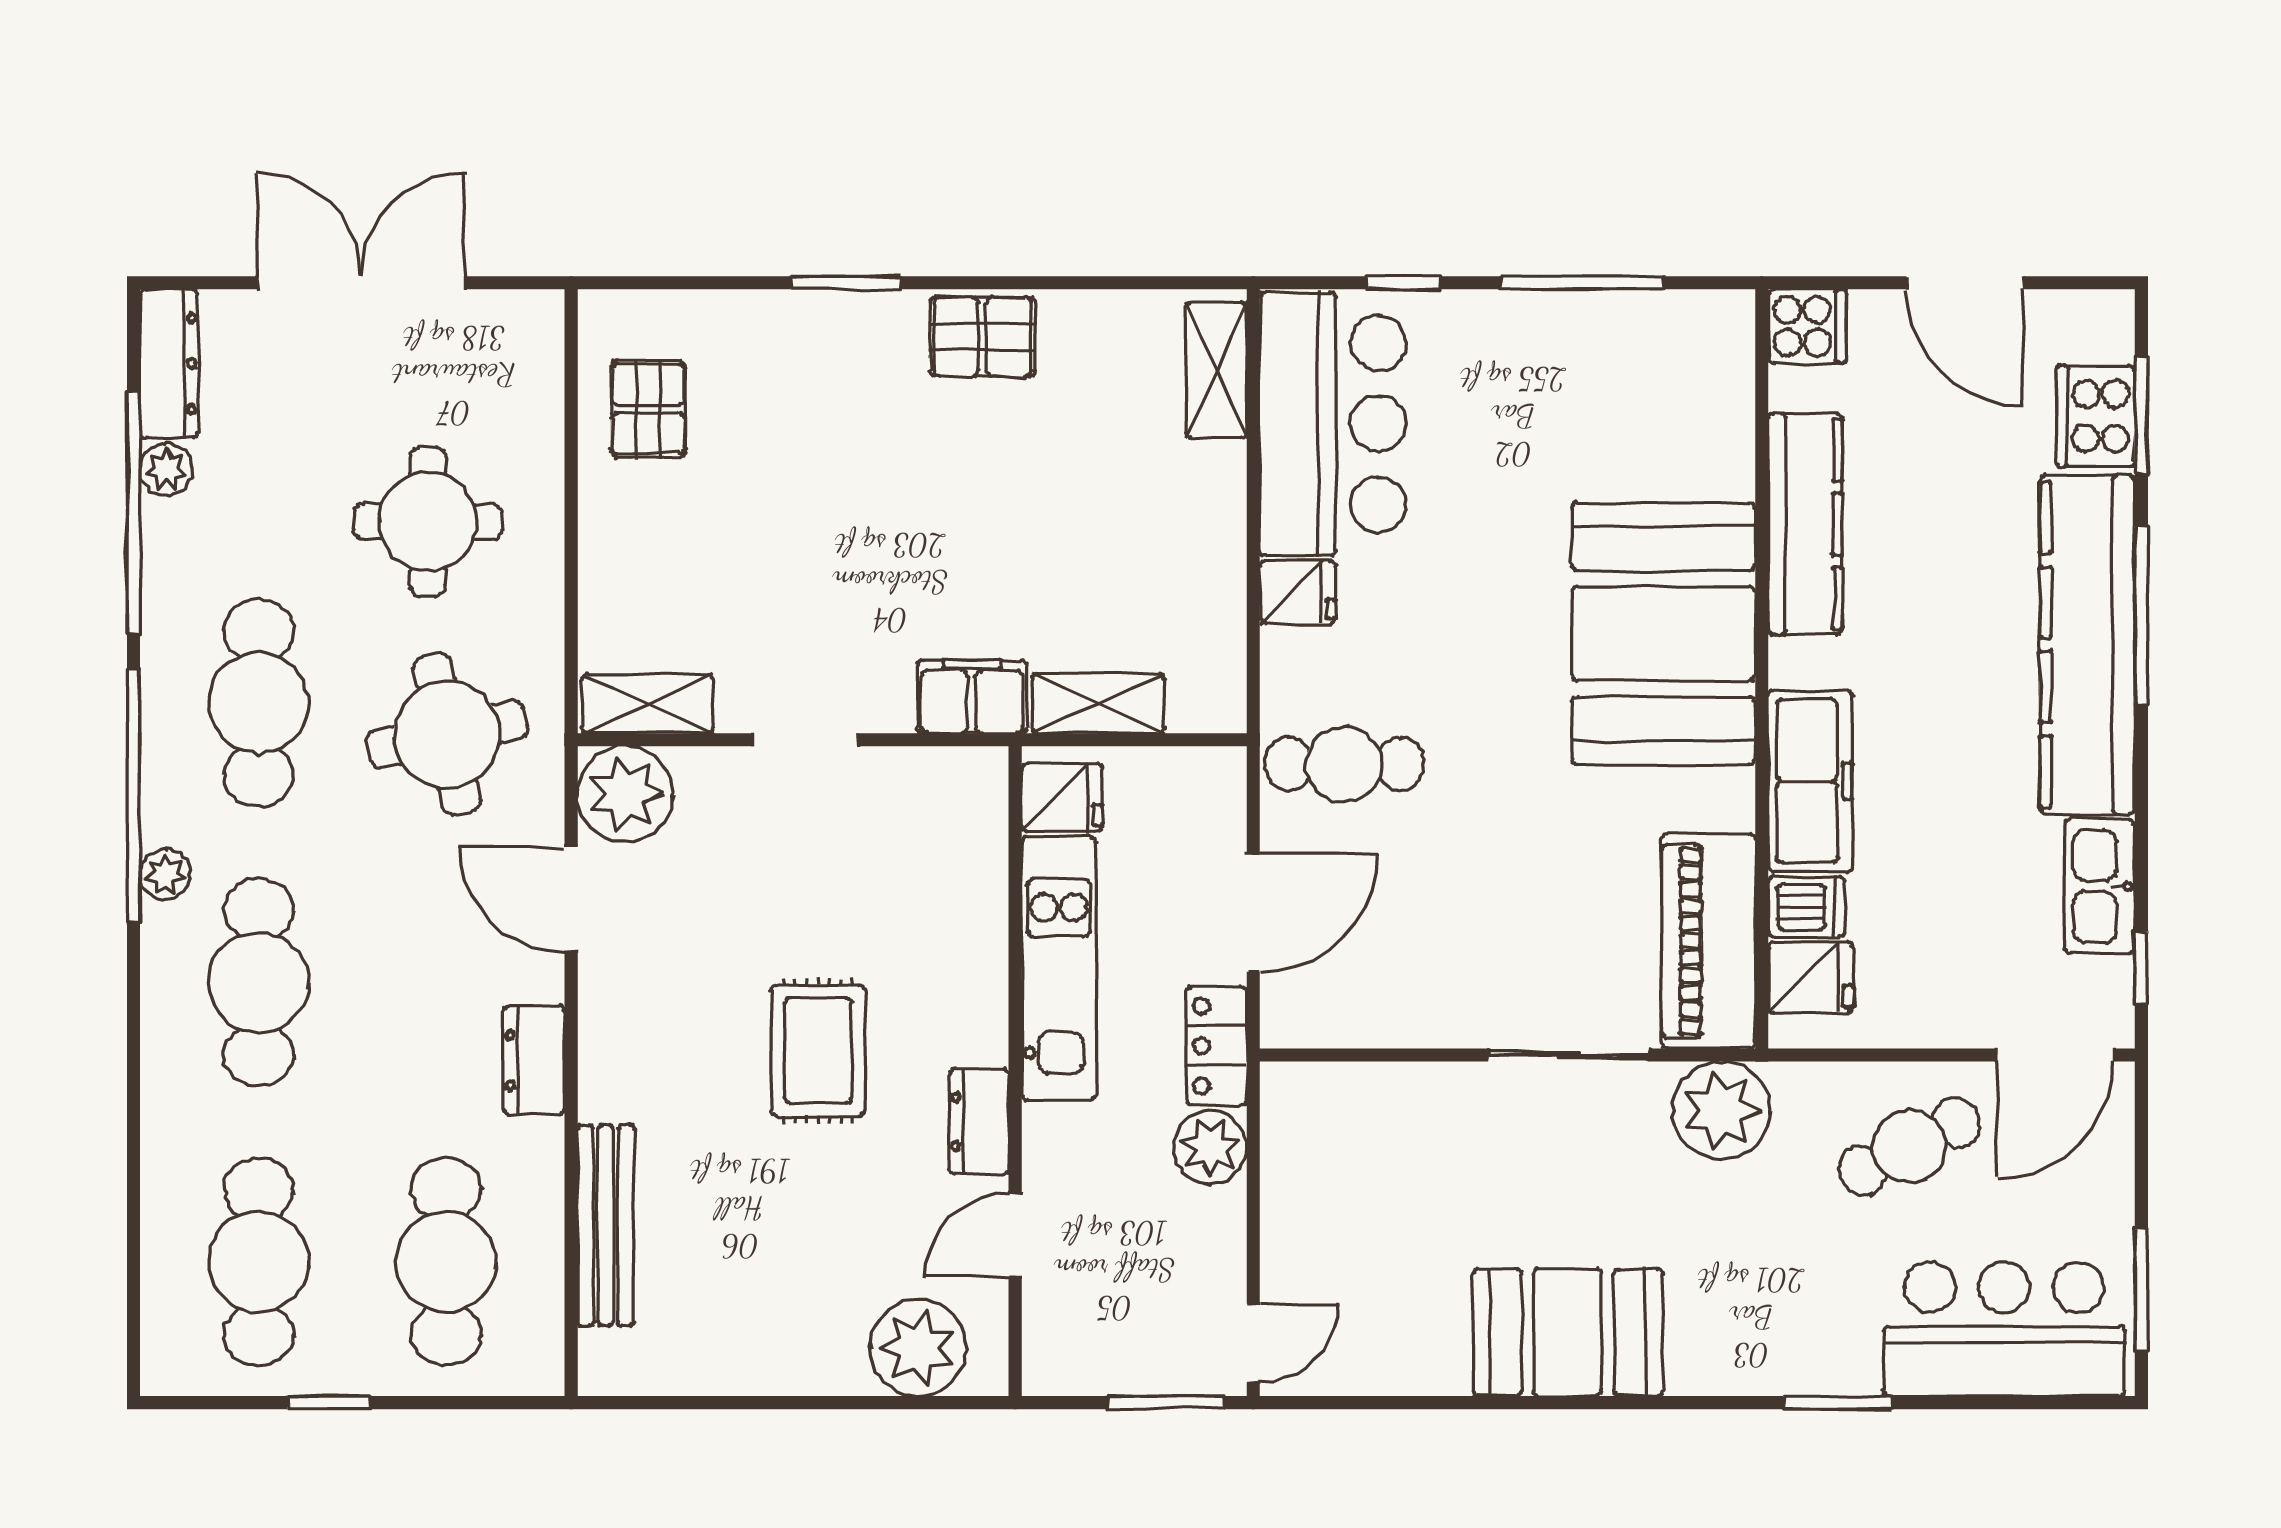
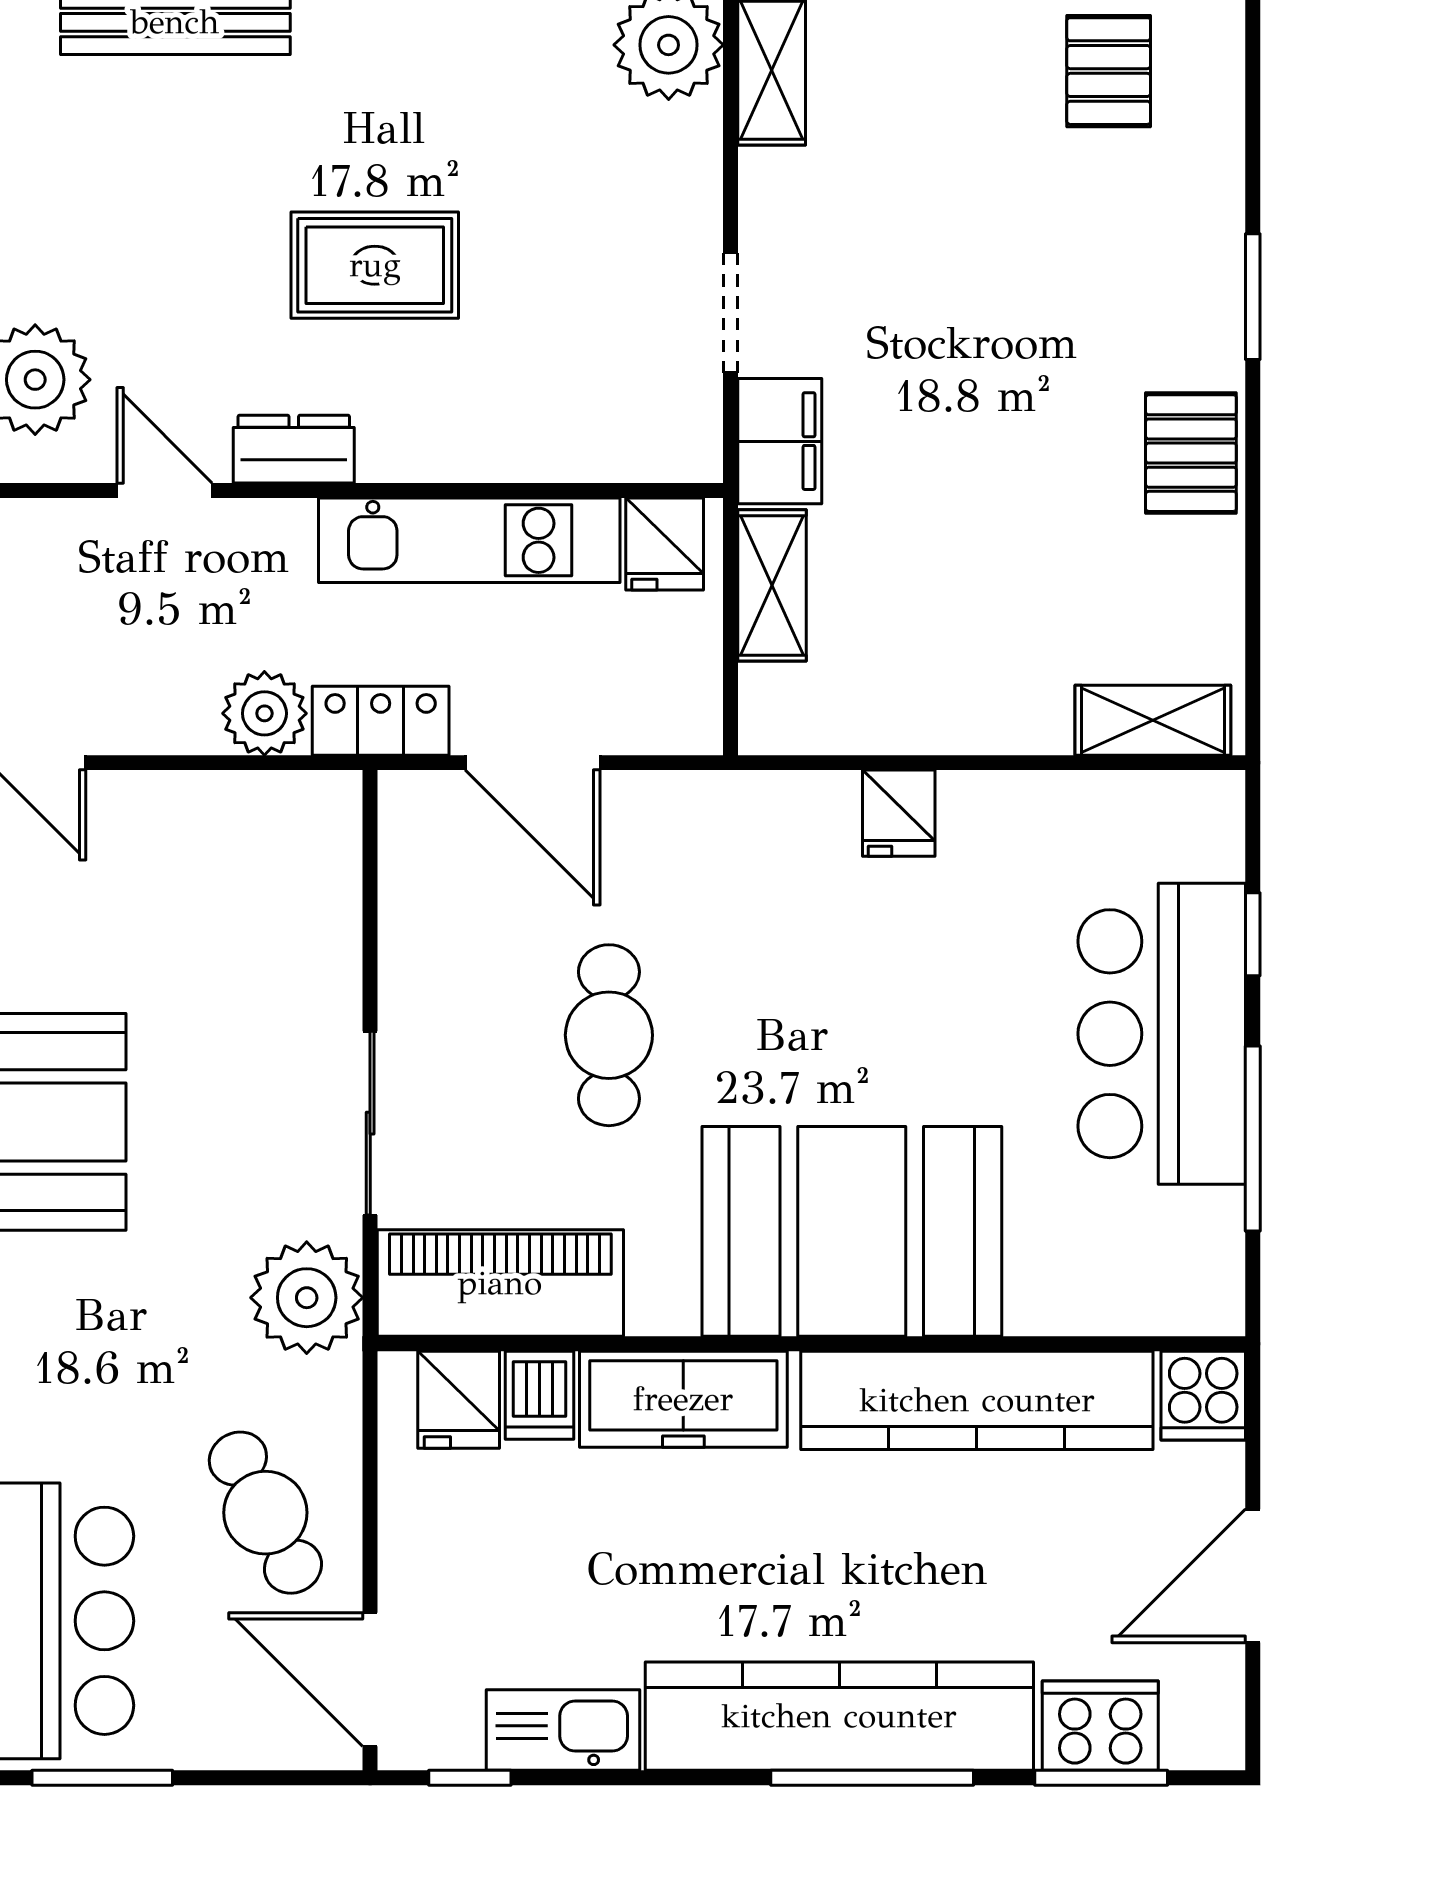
pallet: (648, 409) -> (1109, 71), turned 90
bar counter: (1333, 424) -> (1162, 1034), moved, turned 90
kitchen counter: (1805, 524) -> (977, 1400), width x1.39, depth x1.17
doorway: (806, 740) -> (731, 313), moved
cafe table: (1344, 764) -> (609, 1035), moved

